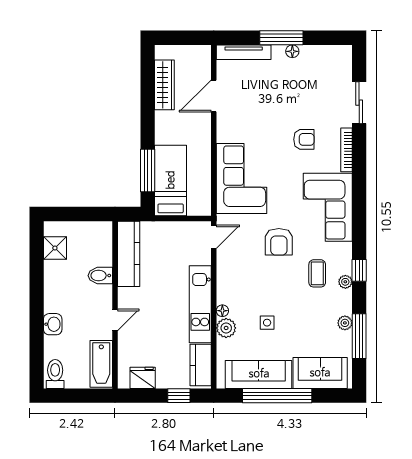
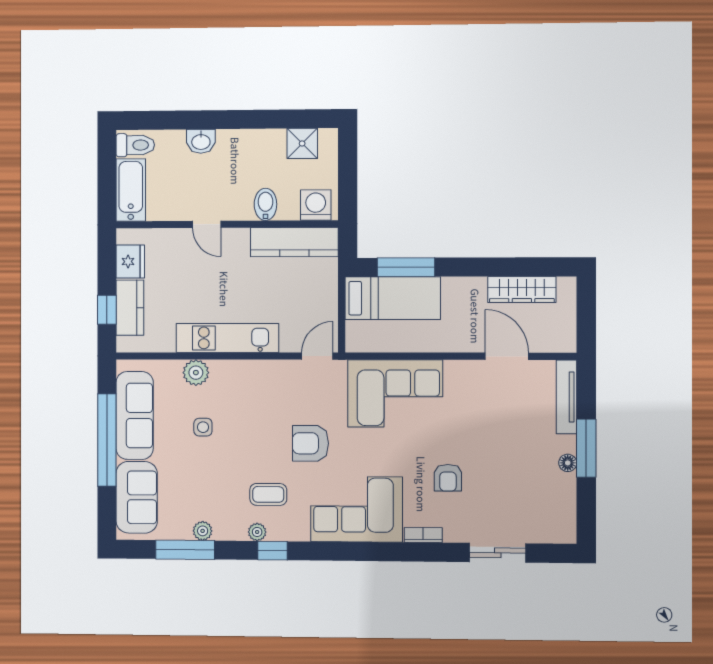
bookcase: (346, 150) -> (423, 535), width x0.64
door: (214, 237) -> (317, 356), swing flipped
washing machine: (101, 238) -> (316, 205), added
floor lamp: (222, 311) -> (219, 368), removed
bathtub: (101, 364) -> (131, 190), moved, turned 90
kitchen counter: (201, 365) -> (130, 308), moved, turned 90

